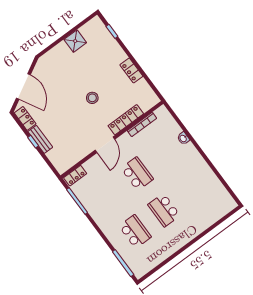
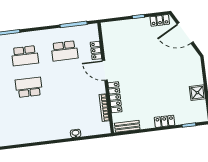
locker: (131, 70) -> (164, 121), moved
stool: (92, 98) -> (146, 81), removed
bench: (40, 139) -> (127, 126), moved
school desk: (137, 174) -> (65, 51), moved
locker: (75, 176) -> (96, 50), moved

